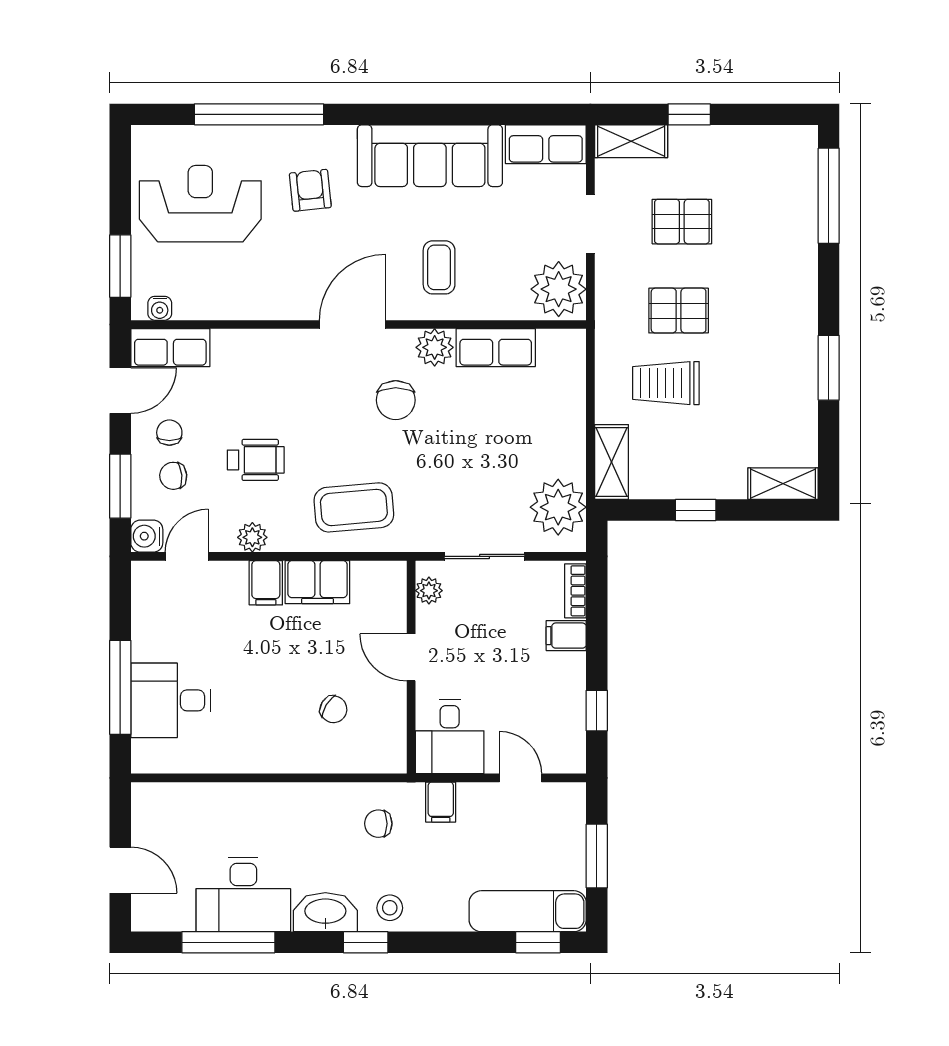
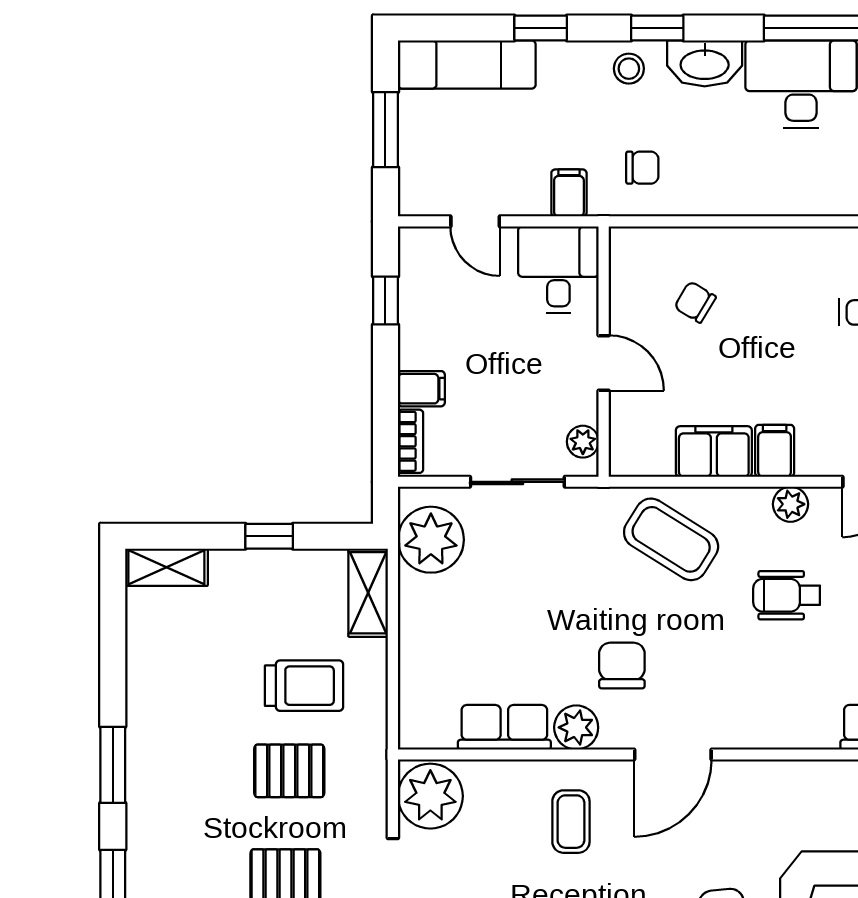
window: (829, 368) -> (113, 765), moved
coffee table: (354, 507) -> (671, 539), turned 37
window: (538, 942) -> (541, 28), moved

